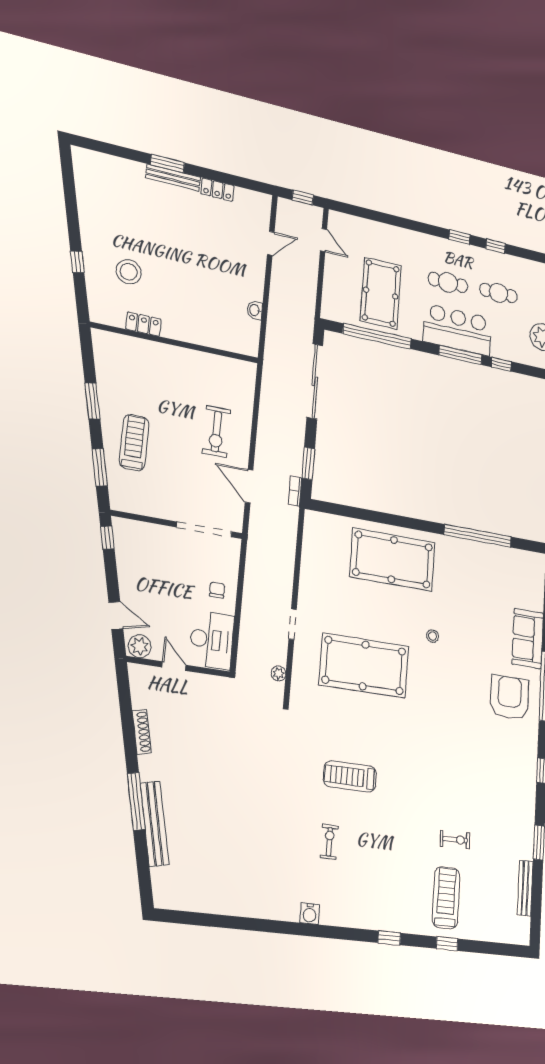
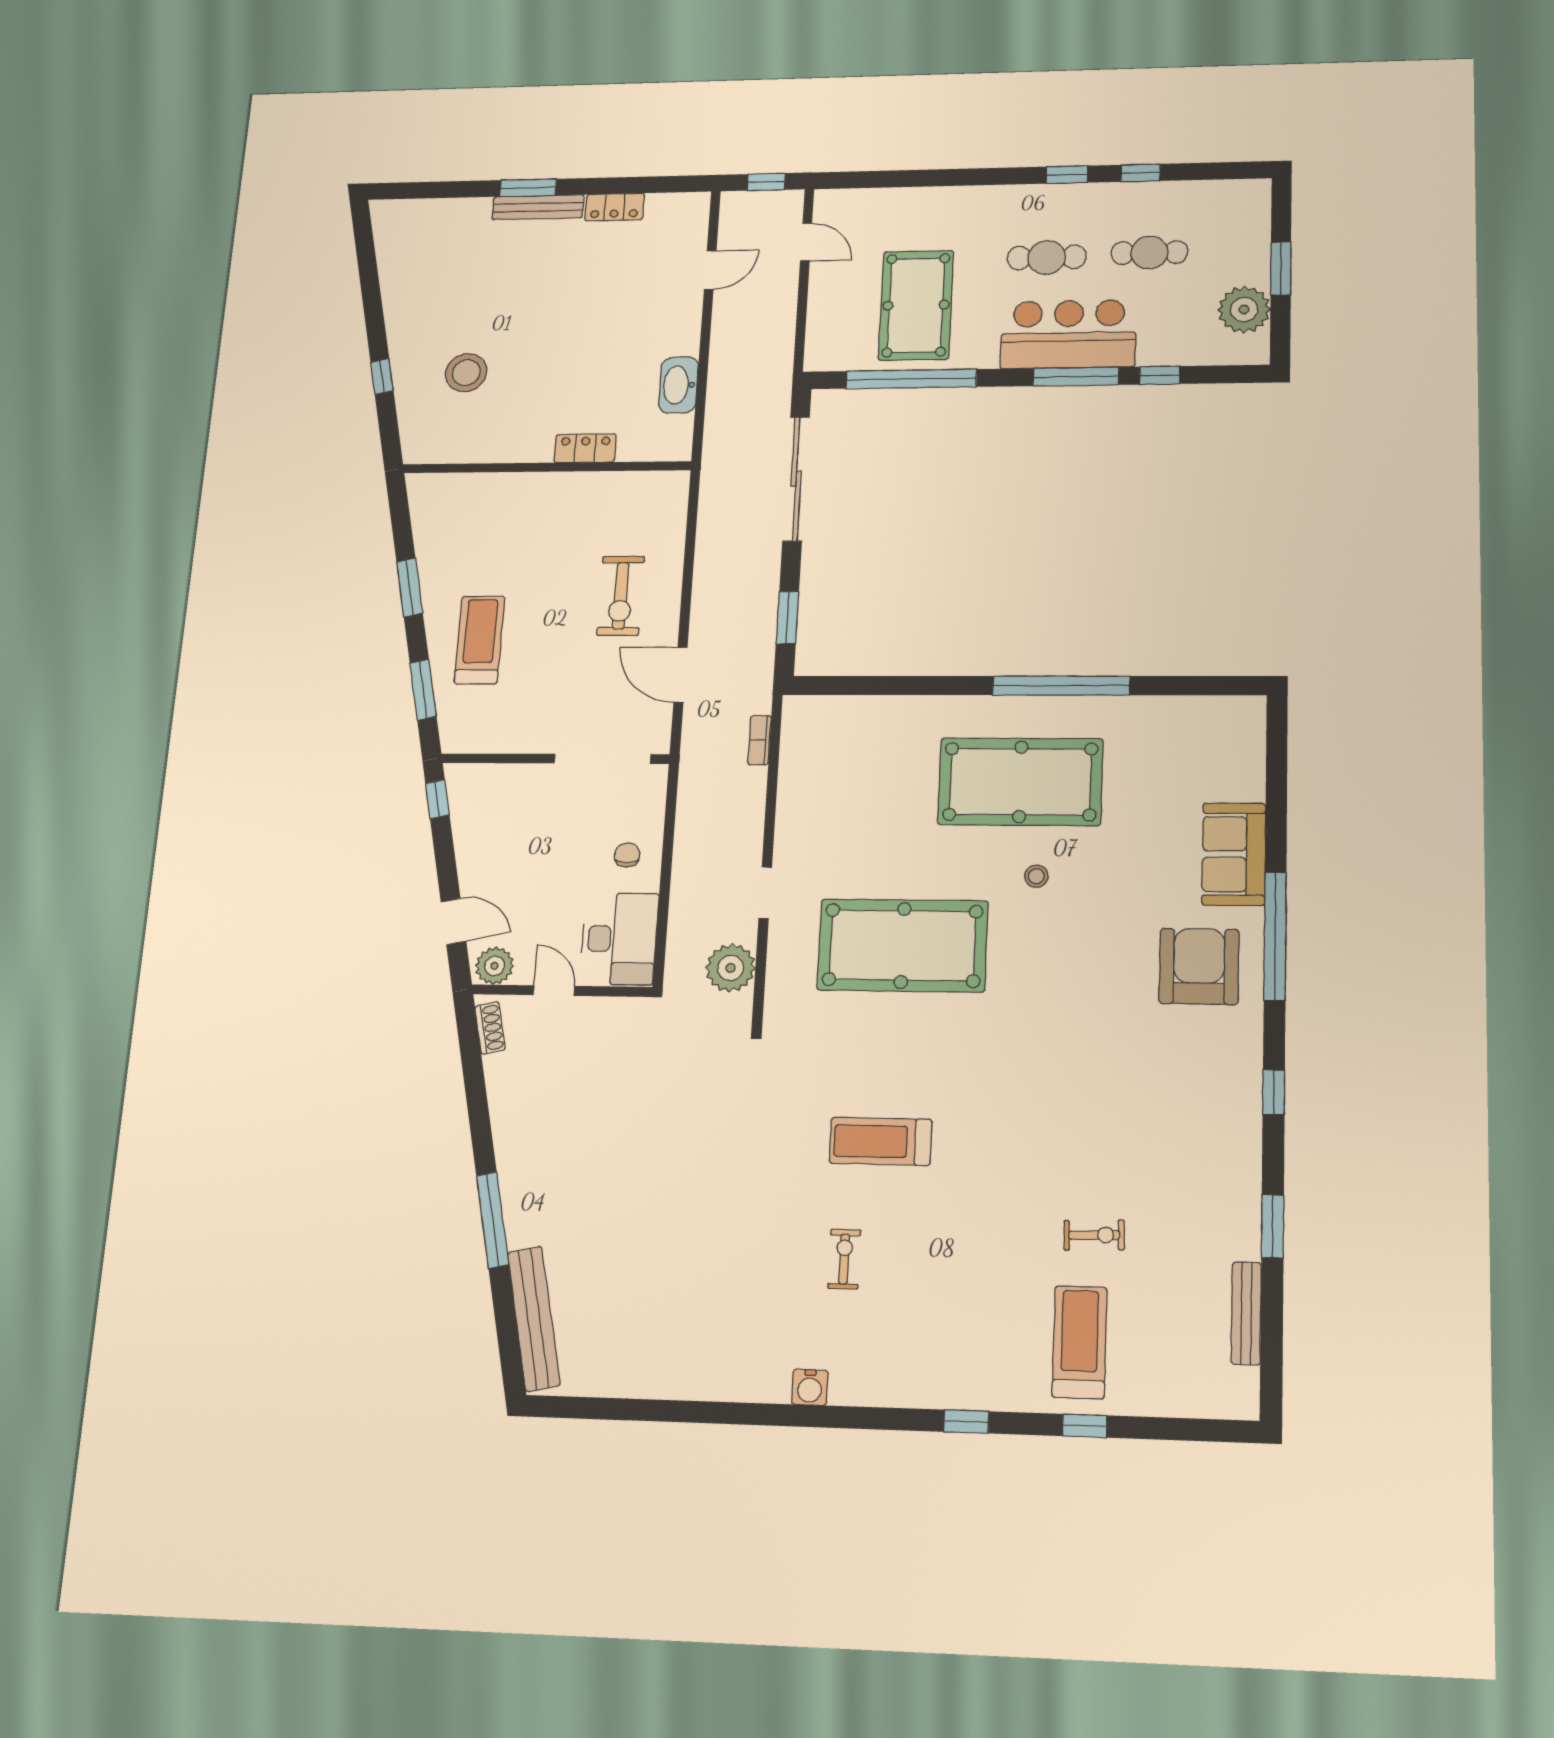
washbasin: (255, 310) -> (678, 385), width x1.91, depth x1.45
locker: (143, 324) -> (585, 448), moved
bookcase: (295, 491) -> (760, 740), moved
window: (478, 536) -> (1061, 686), moved
pool table: (393, 560) -> (1020, 782), moved
plant: (279, 673) -> (731, 968), width x1.87, depth x1.87
shoe rack: (142, 732) -> (490, 1028), moved, width x0.70
bench: (155, 824) -> (534, 1319), moved

